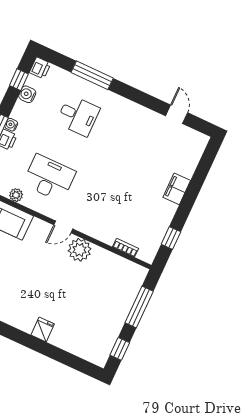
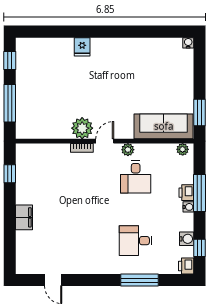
desk: (49, 178) -> (136, 177), width x0.73
plant: (16, 195) -> (128, 150), moved
bookcase: (125, 248) -> (82, 148), moved

